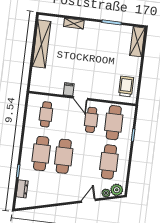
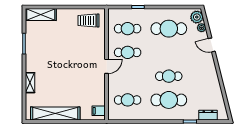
filing cabinet: (69, 89) -> (99, 111), moved
cafe table: (114, 123) -> (128, 29), width x0.73, depth x0.74
cafe table: (64, 156) -> (169, 76), width x0.73, depth x0.74

